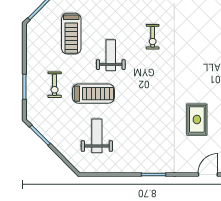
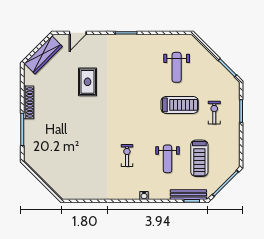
treadmill: (71, 34) -> (199, 158), turned 180
weight bench: (111, 55) -> (168, 159), moved
treadmill: (93, 94) -> (180, 105), turned 180

